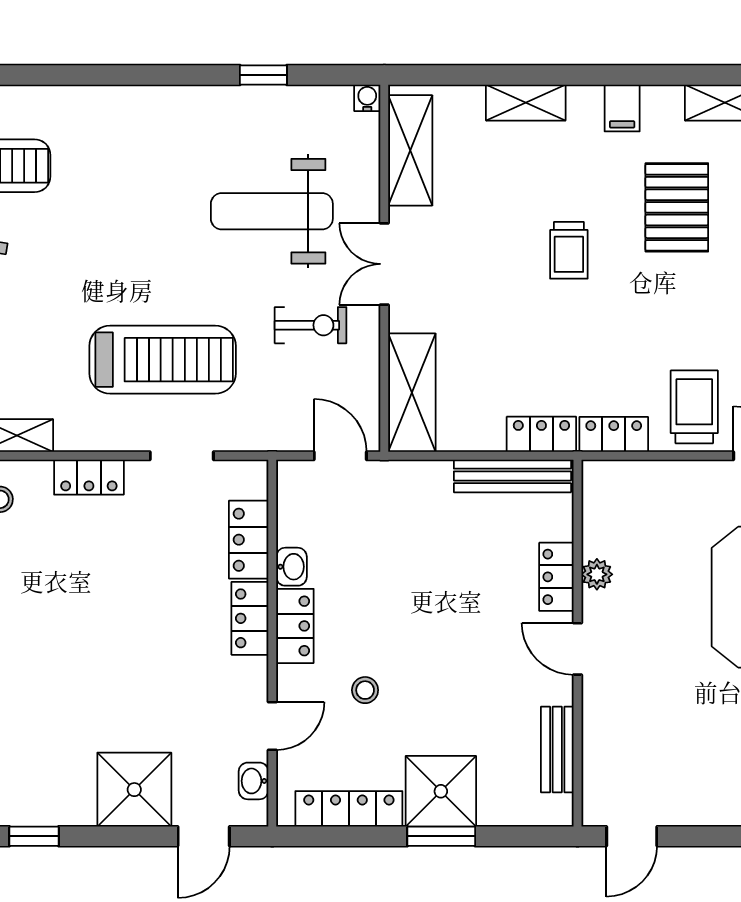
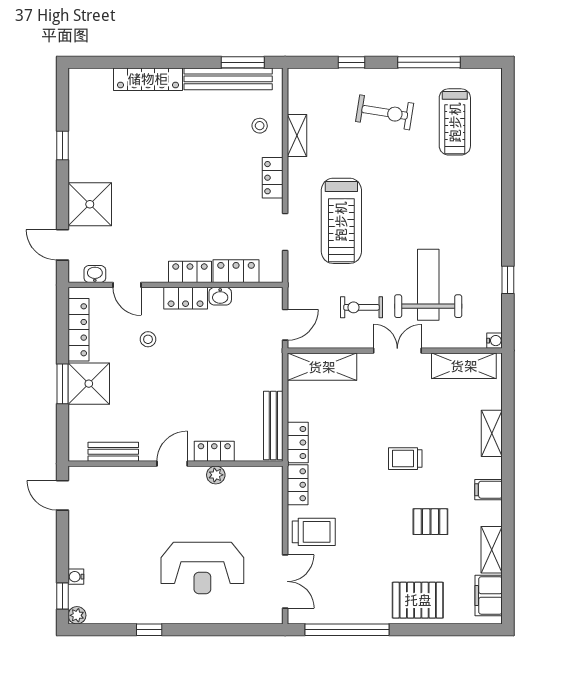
pallet: (677, 207) -> (430, 522), width x0.67, depth x0.71
exercise bike: (311, 325) -> (362, 307), turned 90

